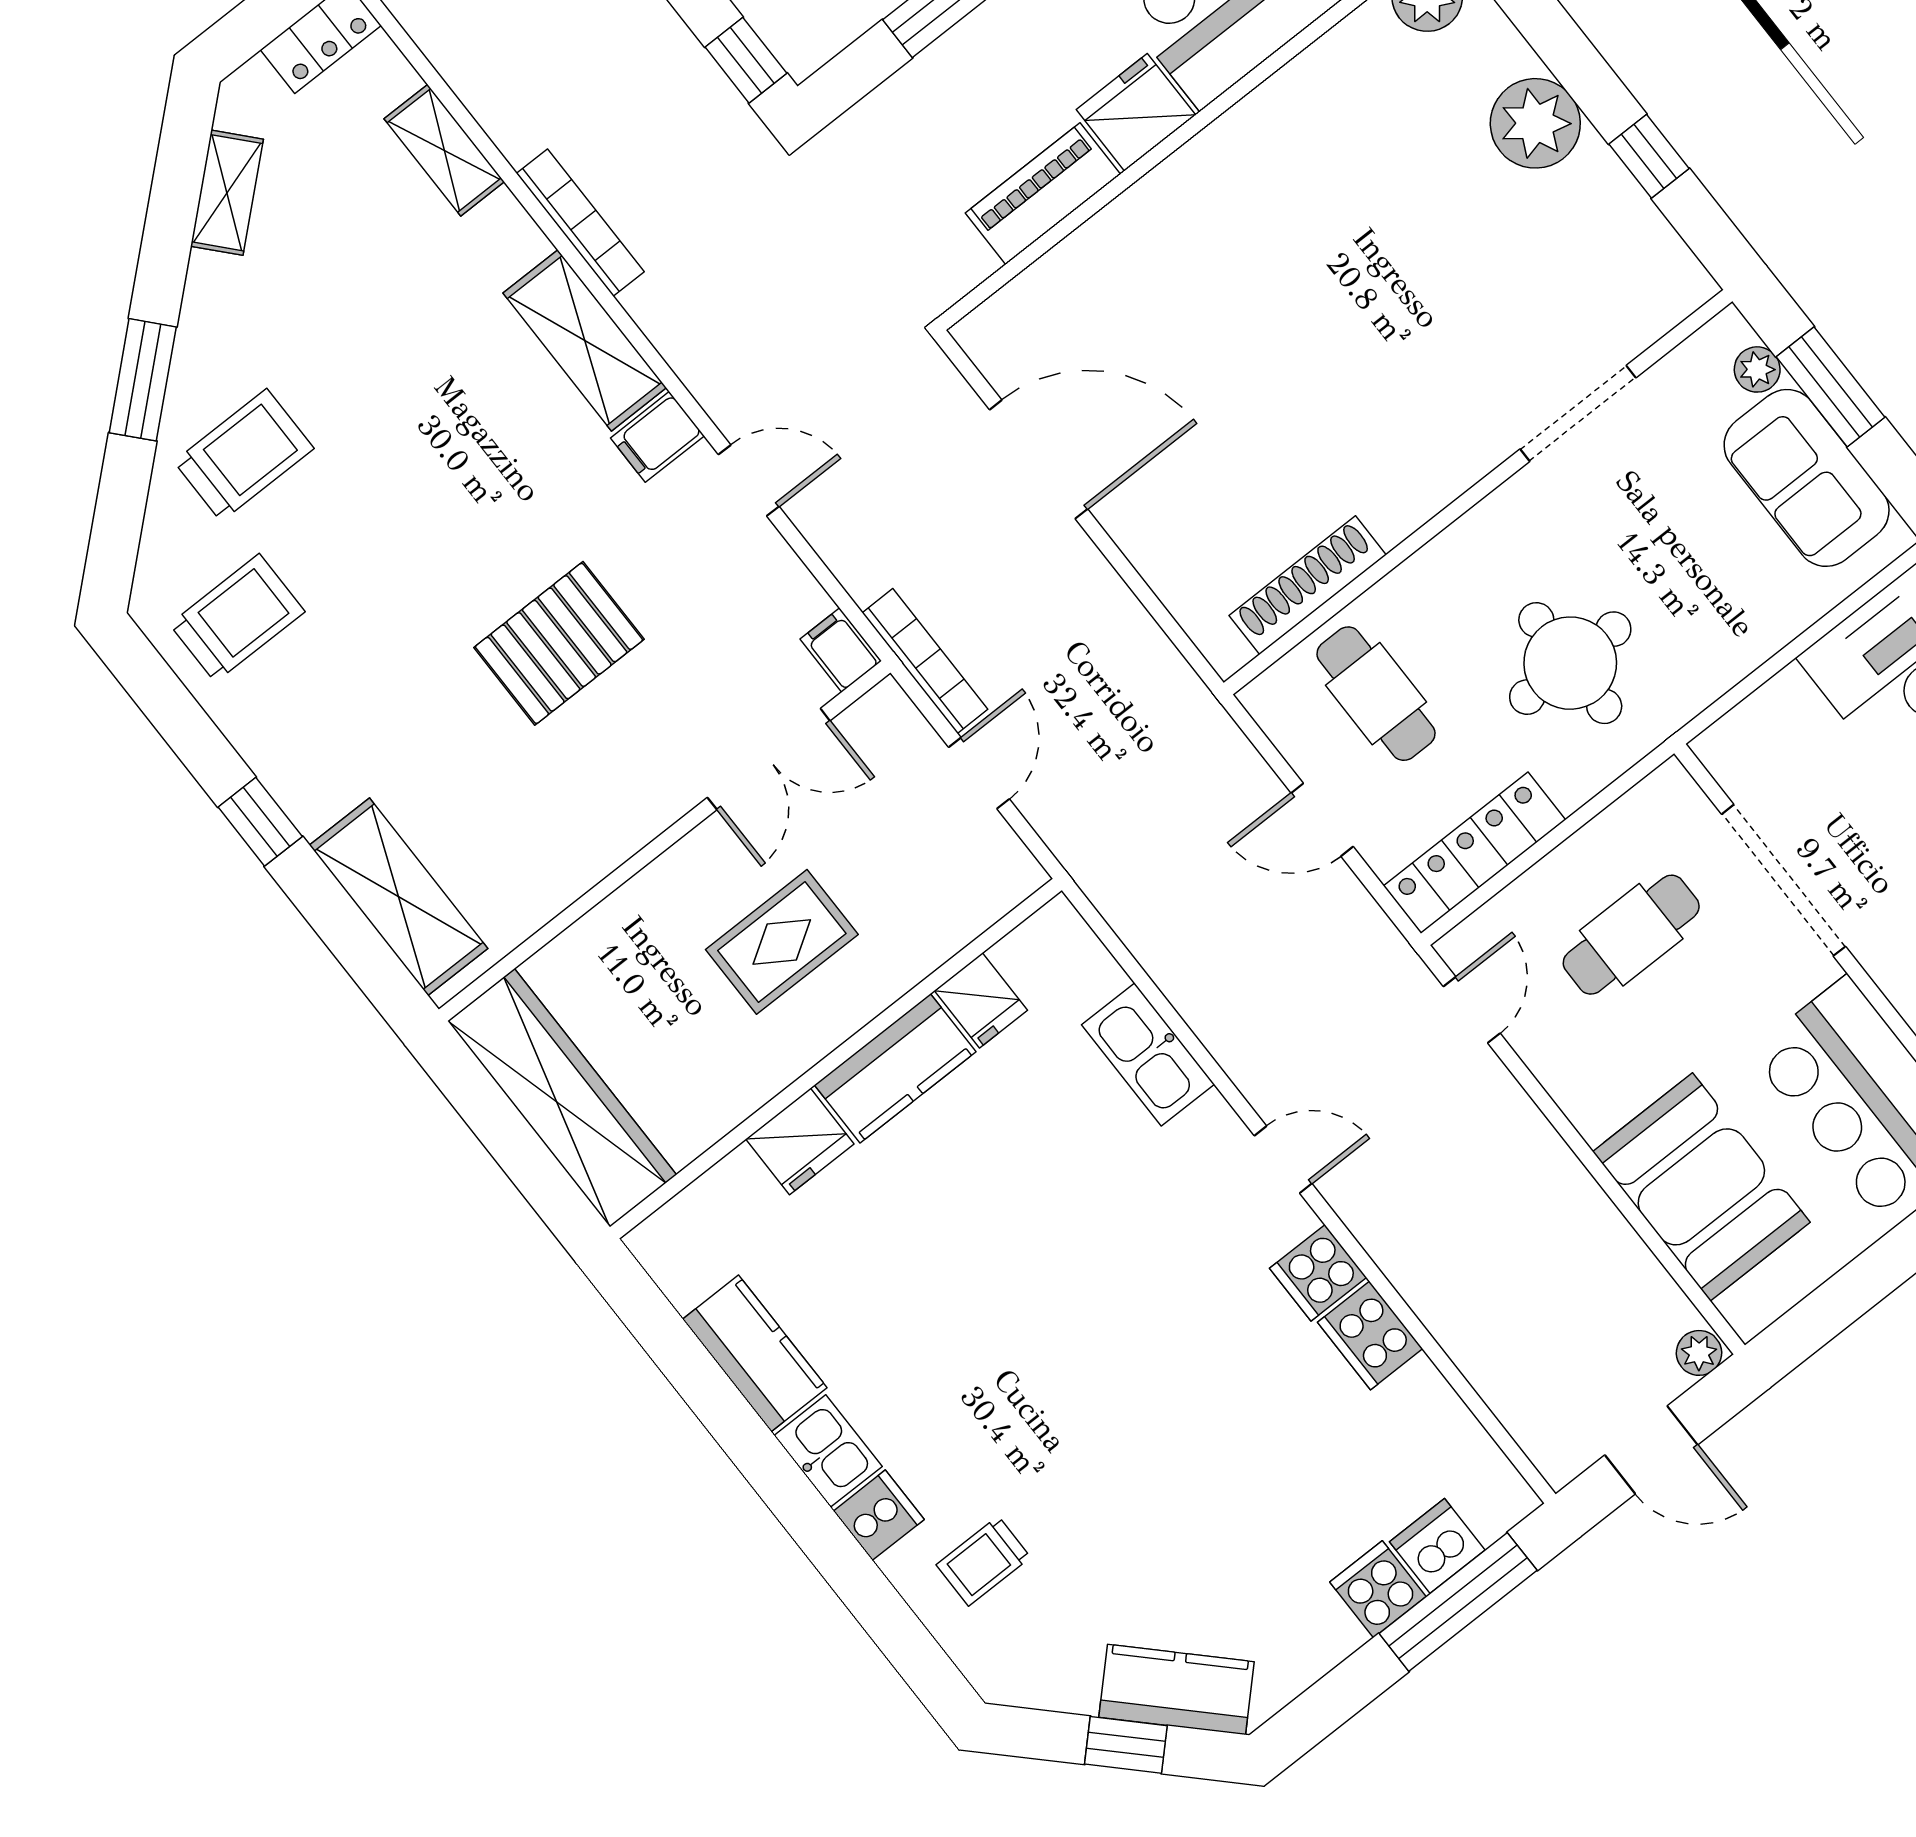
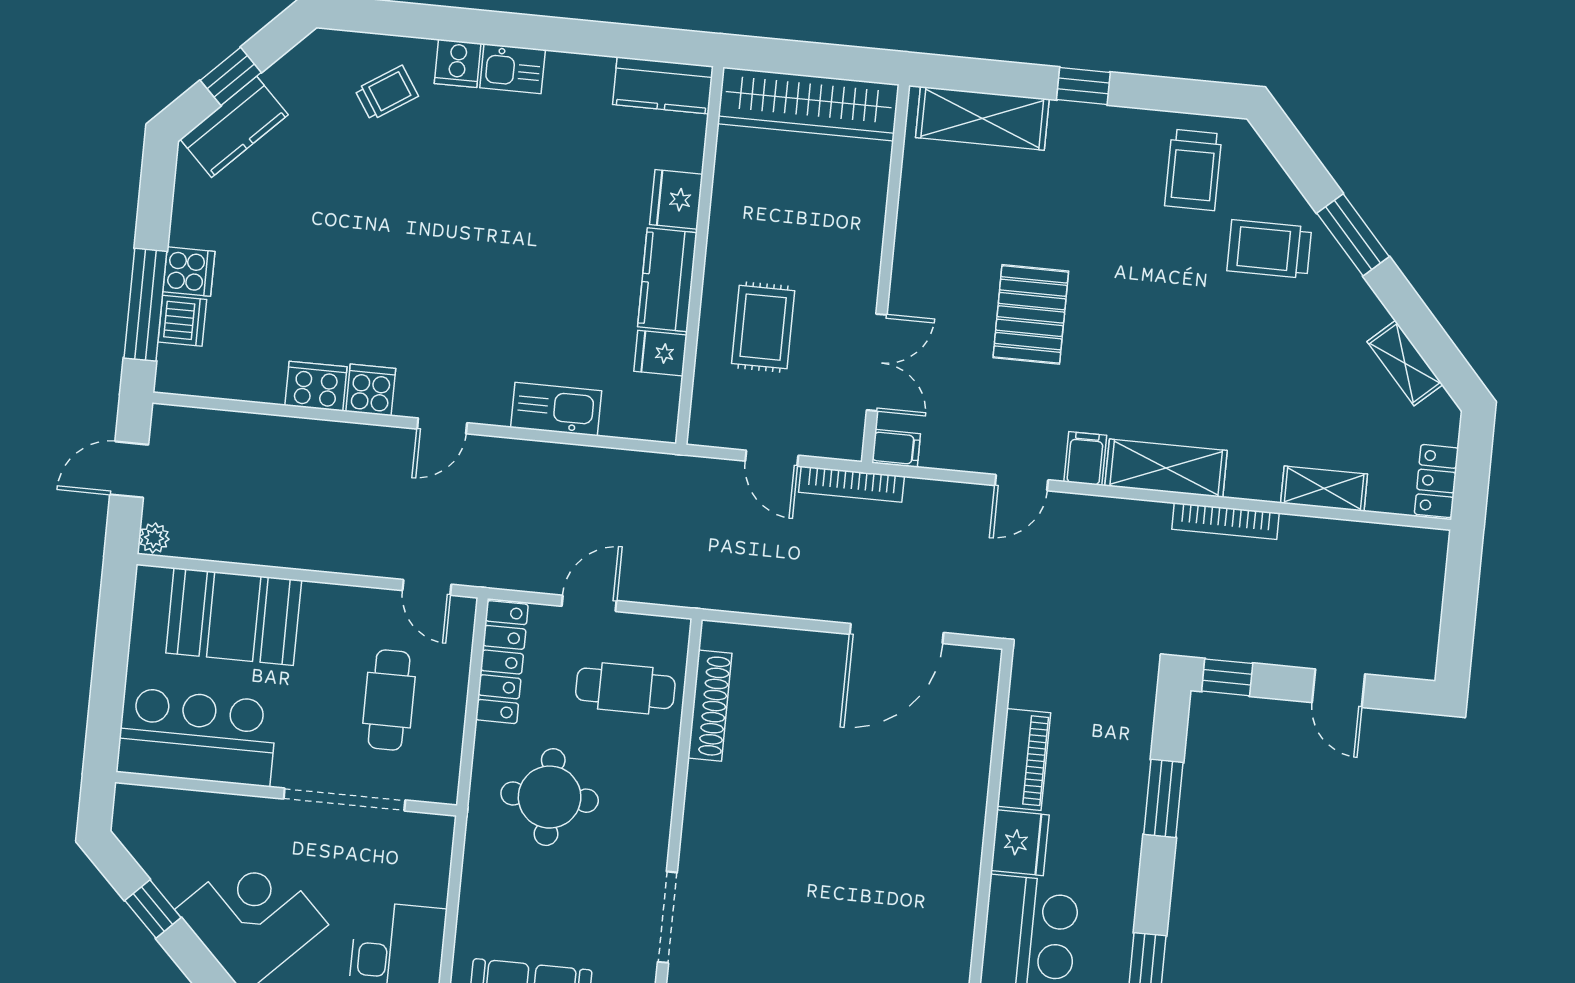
trolley: (244, 455) -> (1269, 249), turned 90
double door: (769, 759) -> (877, 362), swing flipped
rug: (782, 942) -> (763, 327), moved
kitchen counter: (755, 1353) -> (663, 85), moved
trolley: (983, 1561) -> (387, 93), turned 57

